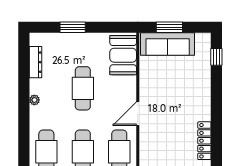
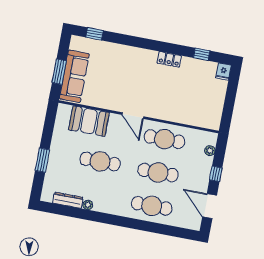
booth: (123, 55) -> (89, 121), moved
plant: (34, 100) -> (88, 205), moved
locker: (204, 141) -> (169, 59), width x0.66

